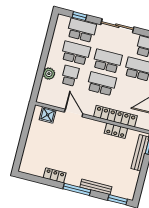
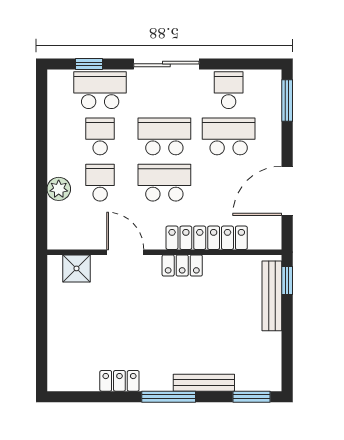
school desk: (76, 53) -> (100, 136), width x0.54
locker: (116, 131) -> (182, 265), moved

